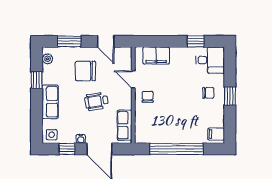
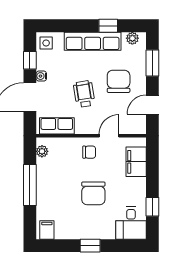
chair: (208, 93) -> (93, 193), moved, width x1.87, depth x1.87
row of seats: (50, 102) -> (93, 41), width x1.48
plant: (147, 138) -> (42, 151), added
window: (177, 149) -> (30, 185), width x0.68

